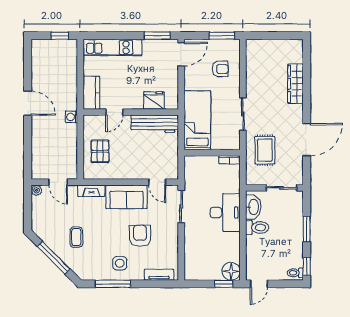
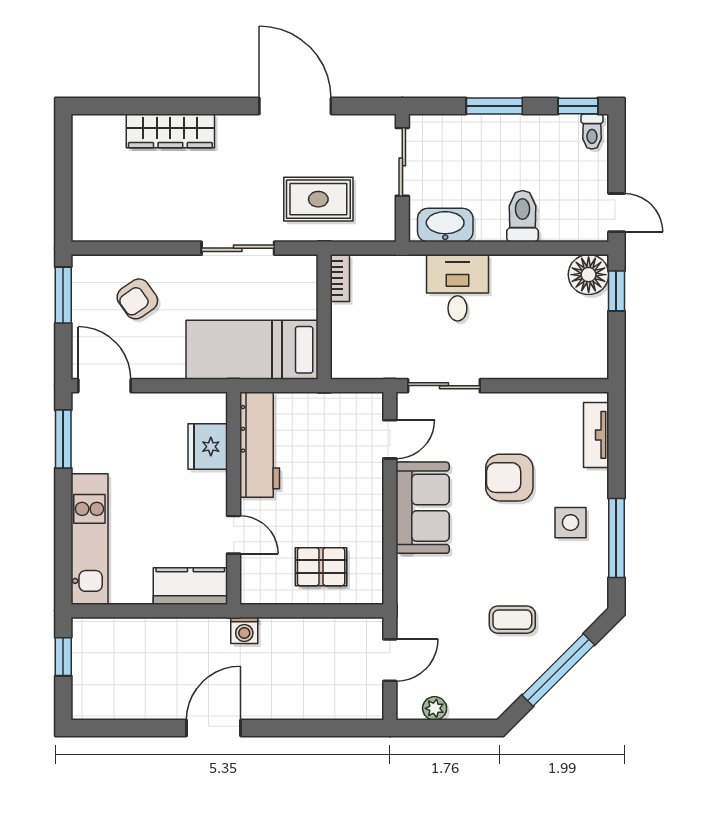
armchair: (220, 69) -> (137, 299), turned -125
plant: (37, 190) -> (435, 708), moved
fireplace: (91, 191) -> (409, 586), removed
desk: (225, 213) -> (457, 288), width x0.73
toilet: (257, 228) -> (523, 216), moved

